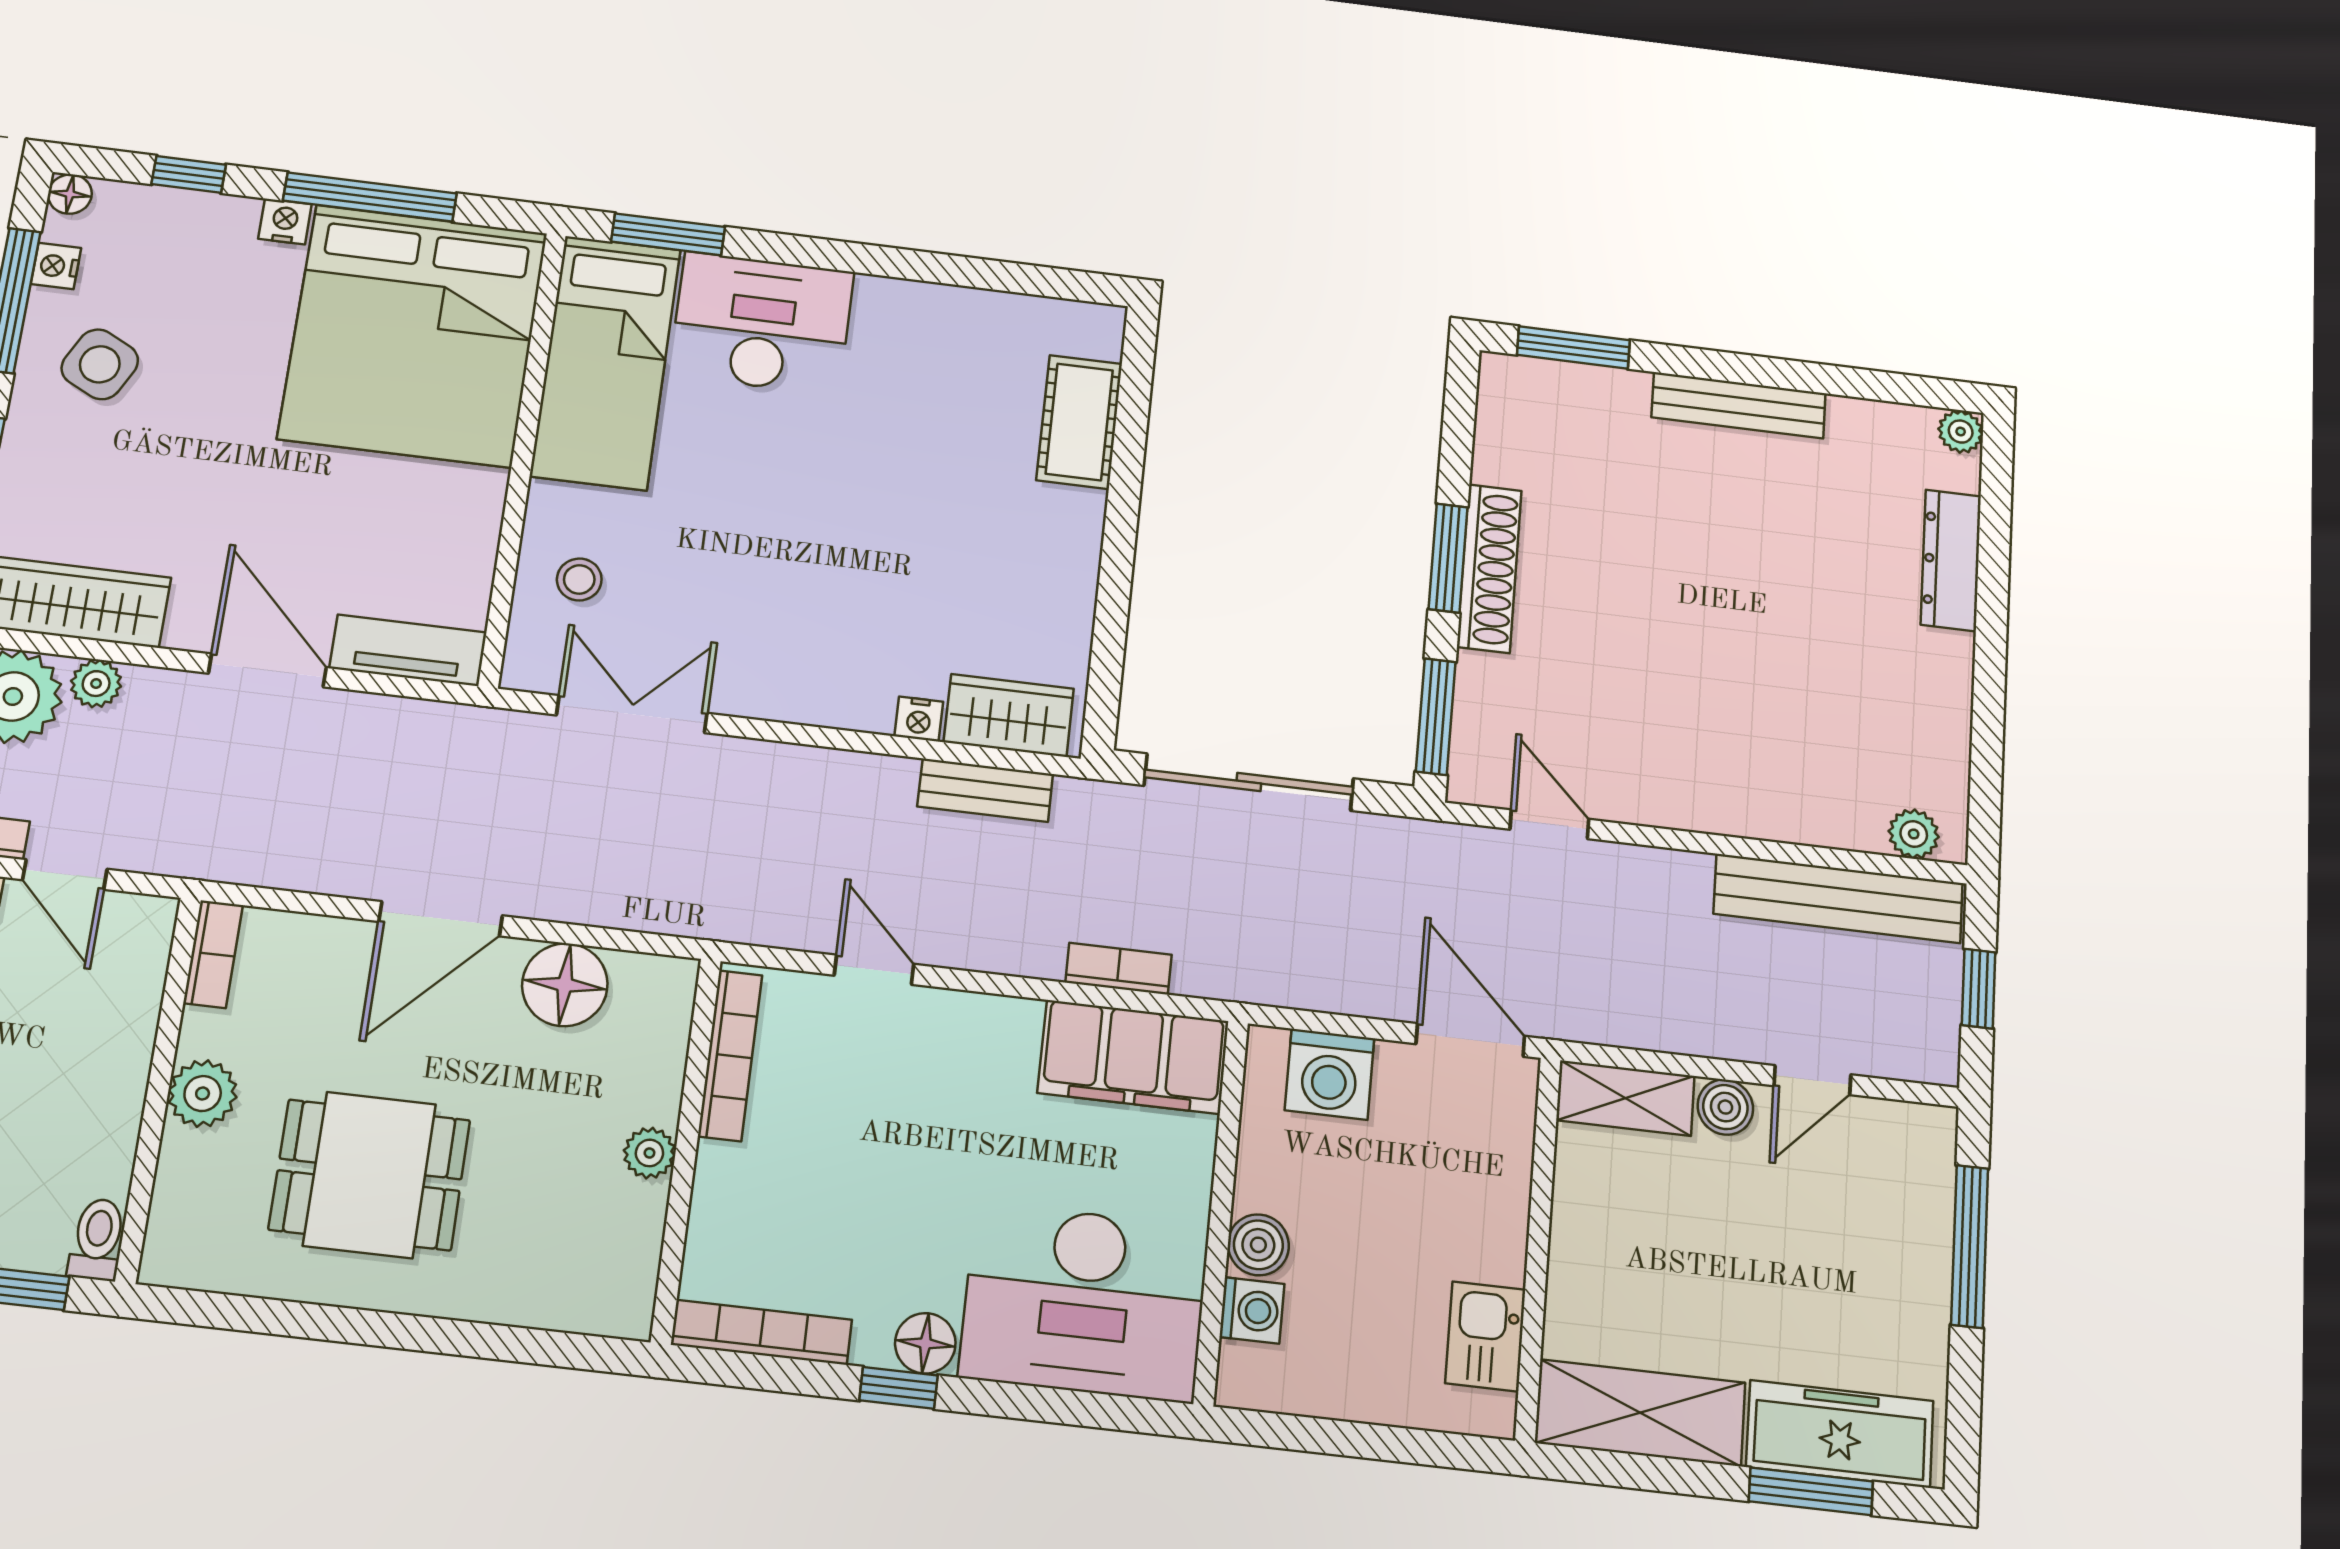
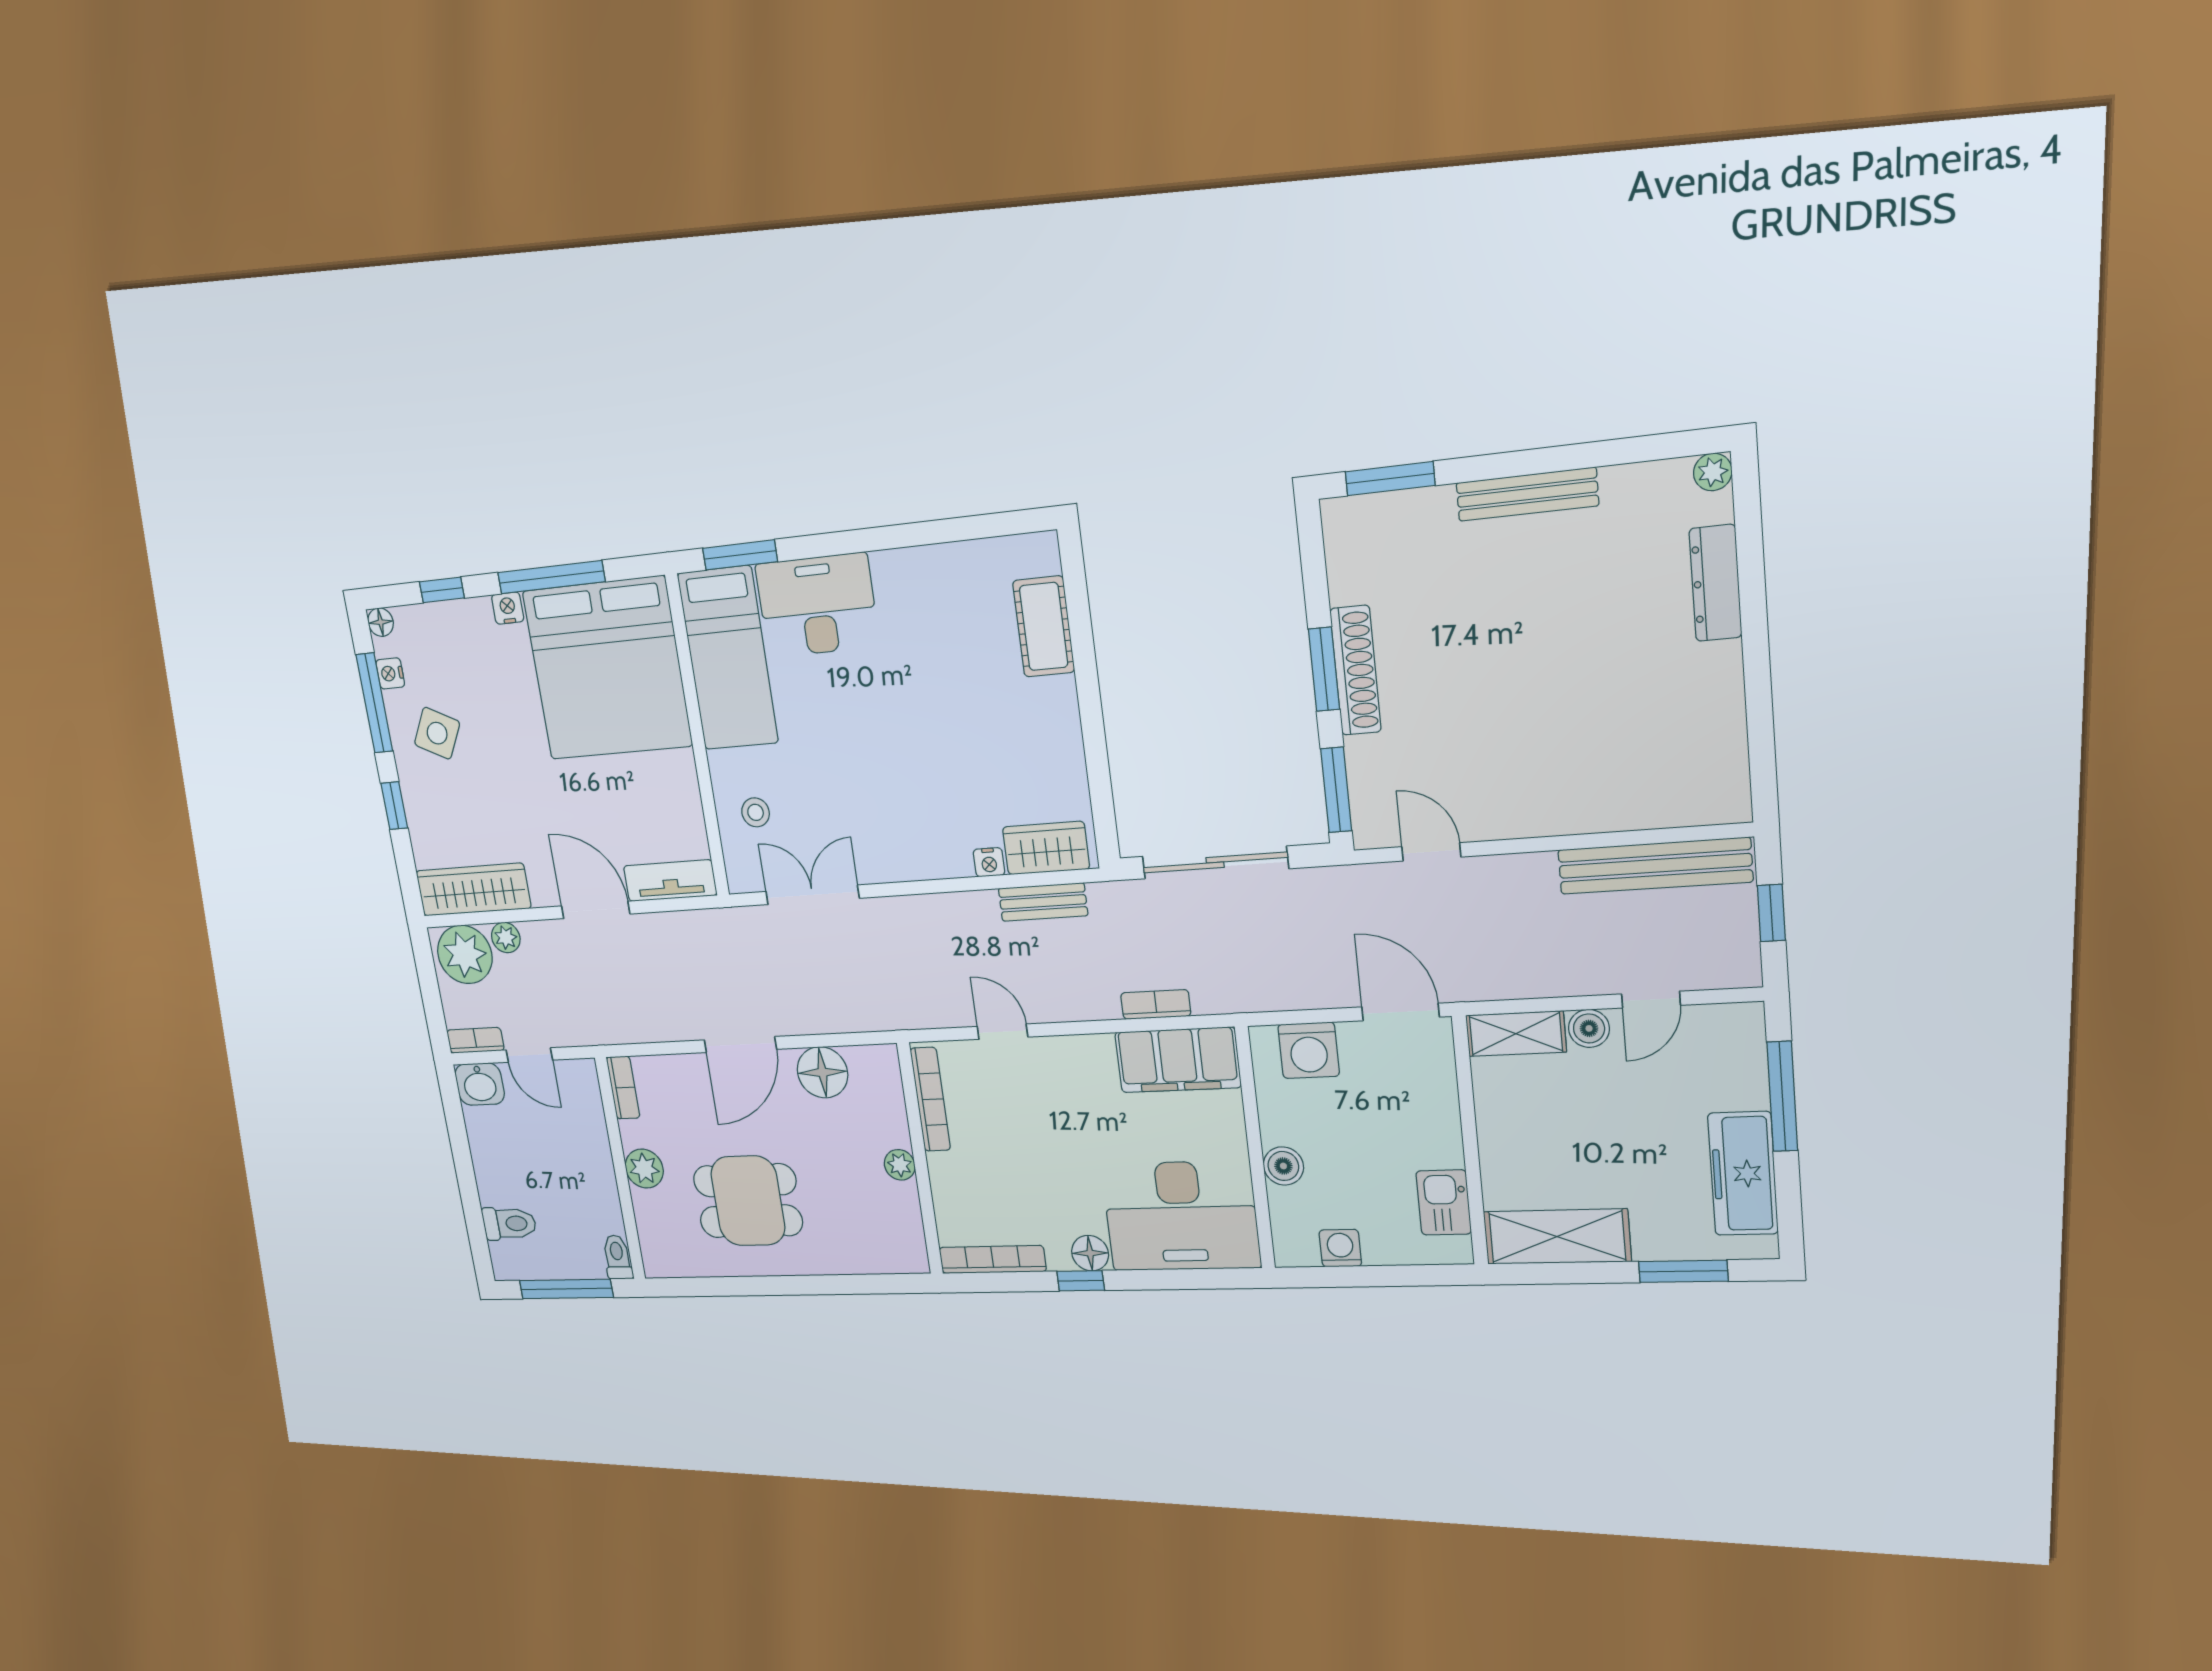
plant: (1914, 834) -> (1708, 807), removed
washing machine: (1252, 1310) -> (1340, 1248), moved, turned -90
freezer: (1840, 1434) -> (1743, 1174), moved, turned -90

